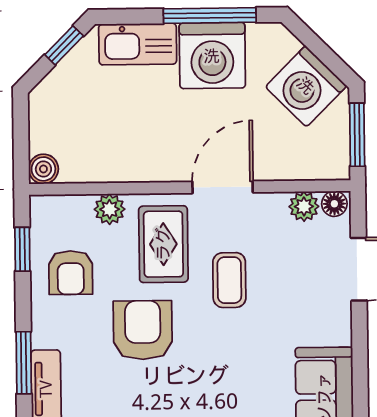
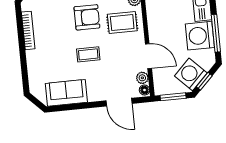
window: (325, 55) -> (204, 81), added
door: (223, 187) -> (148, 56), moved
coffee table: (229, 280) -> (88, 54), moved

